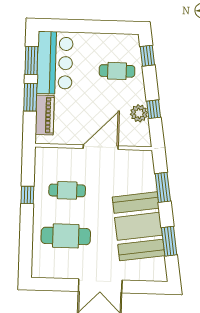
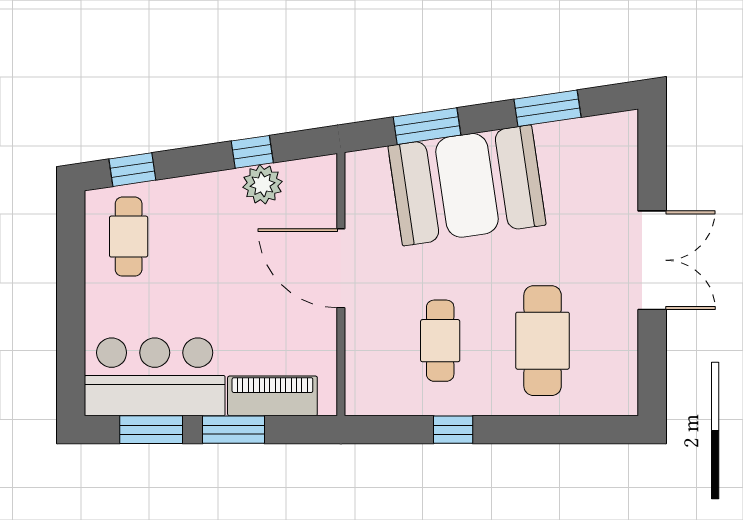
cafe table: (117, 71) -> (129, 237), moved
booth: (138, 226) -> (467, 185), moved

